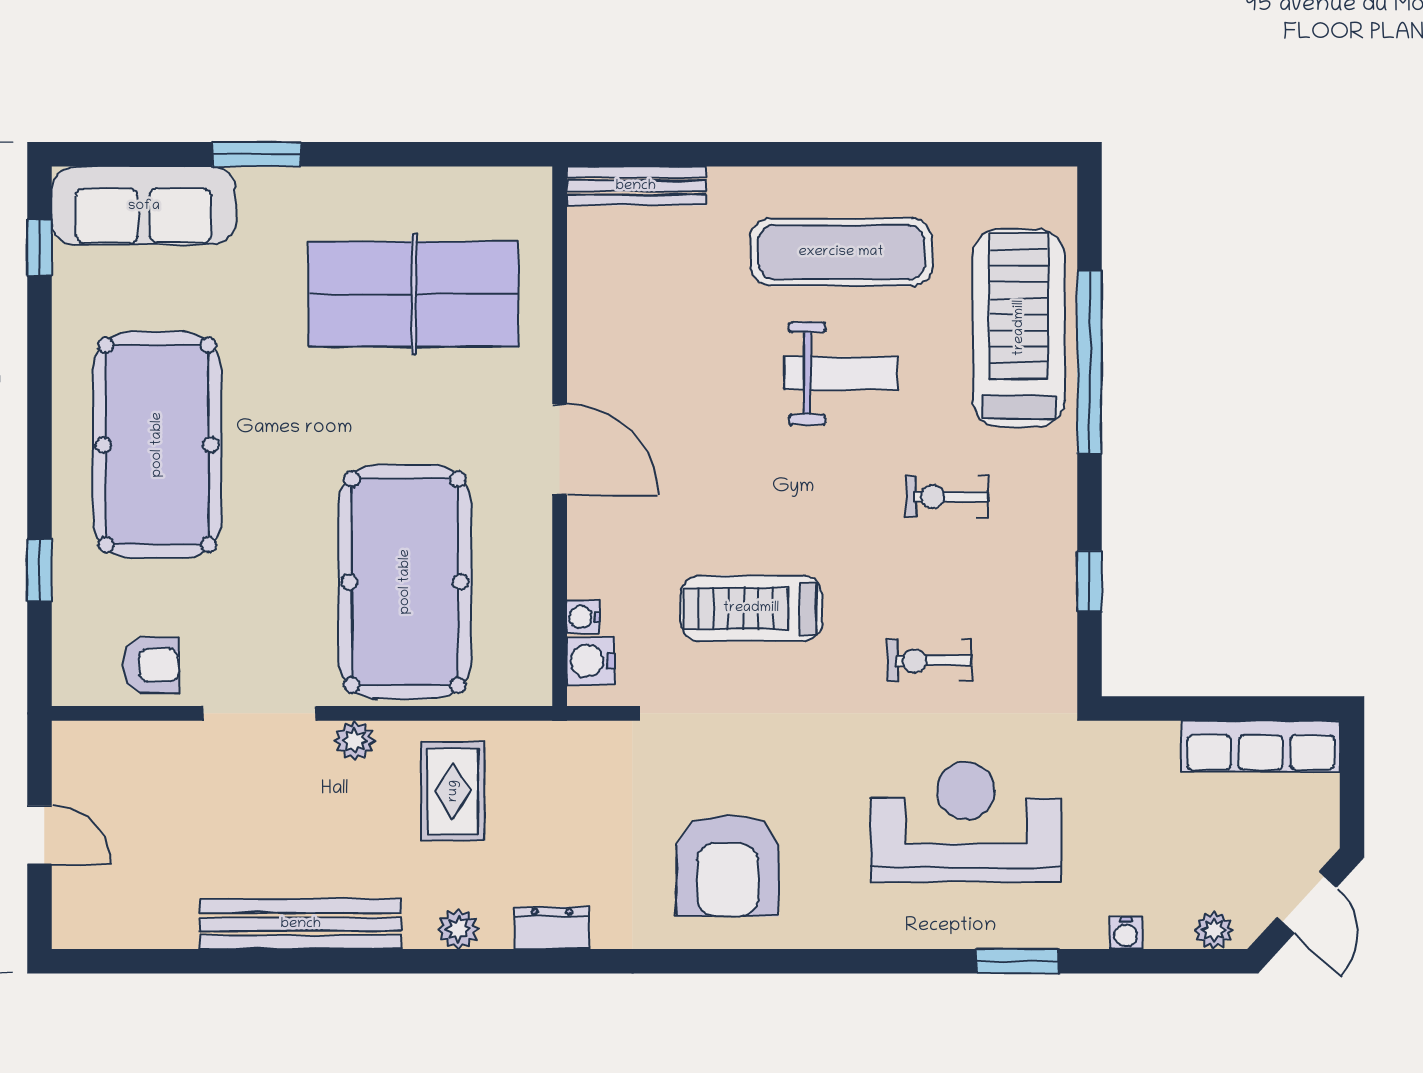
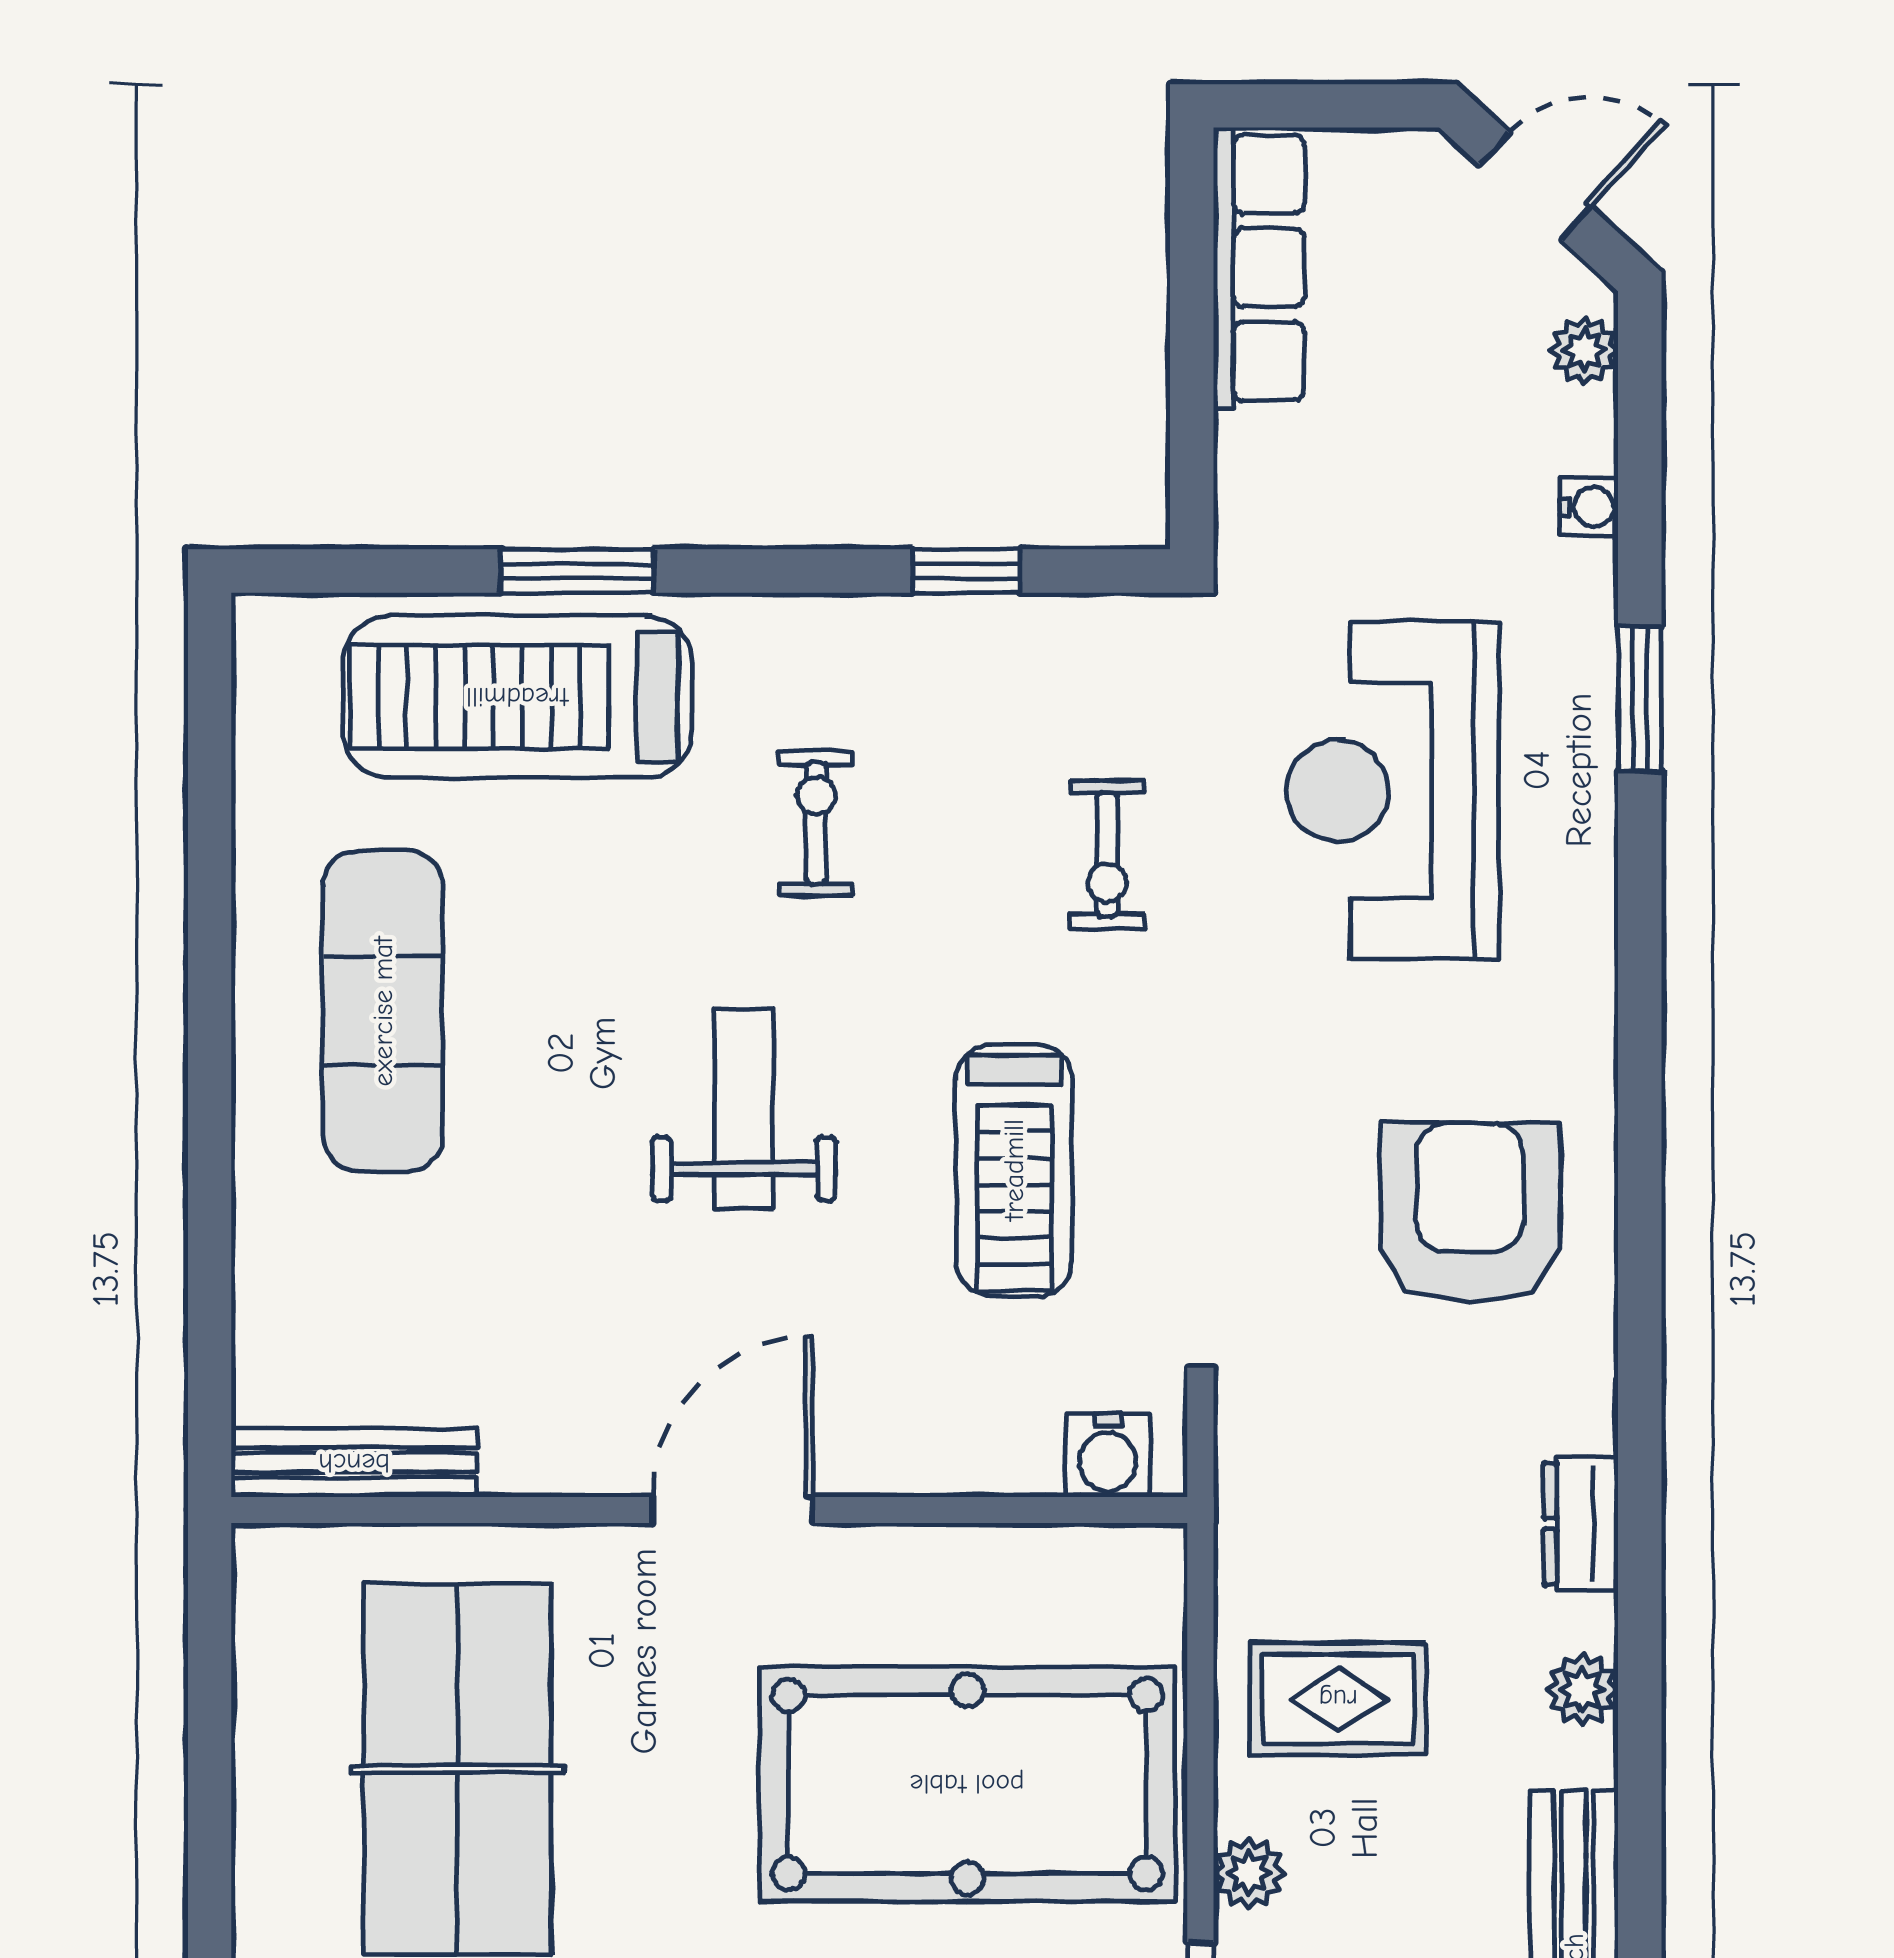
bench: (636, 186) -> (354, 1463), moved, turned 90
window: (1090, 362) -> (577, 571), width x0.47
weight bench: (841, 373) -> (744, 1109), moved
exercise bike: (947, 497) -> (816, 823), turned 180
water cooler: (583, 617) -> (1030, 1468), removed
armchair: (728, 865) -> (1470, 1213), turned -90

